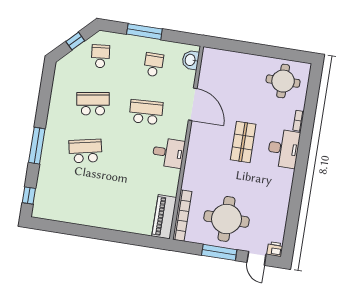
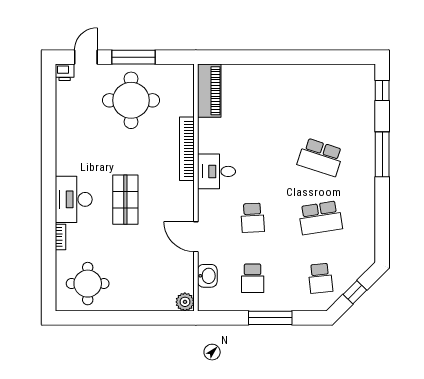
plant: (209, 55) -> (185, 302), added
washbasin: (191, 60) -> (207, 276), moved
door: (193, 104) -> (196, 237), width x0.73
school desk: (146, 112) -> (253, 218), width x0.54
school desk: (85, 151) -> (320, 157), turned 30
bookcase: (182, 216) -> (187, 149), moved
door: (256, 258) -> (86, 57), hinge flipped

